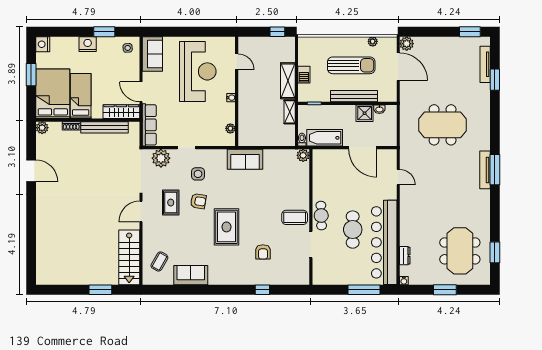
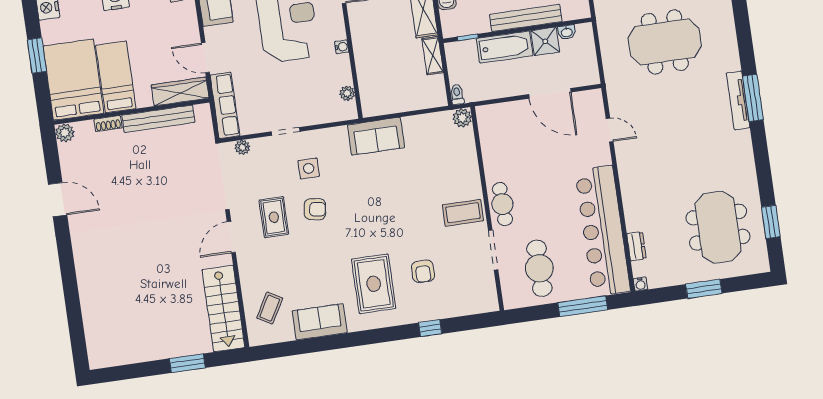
bathtub: (325, 138) -> (505, 47), moved, turned 180
plant: (161, 158) -> (242, 147), width x0.53, depth x0.53
rug: (226, 227) -> (374, 284), moved
cafe table: (353, 230) -> (539, 268), moved

